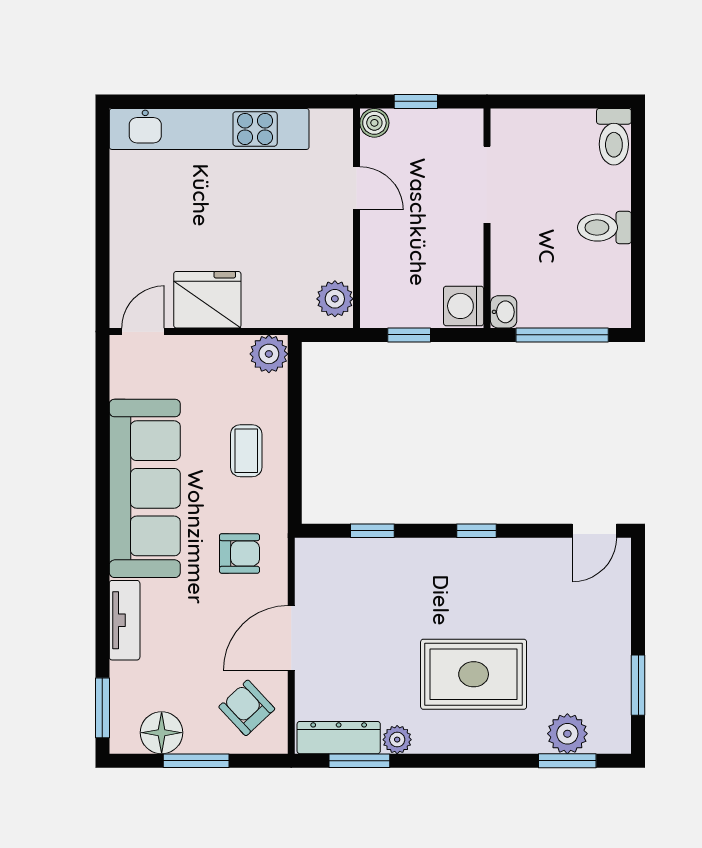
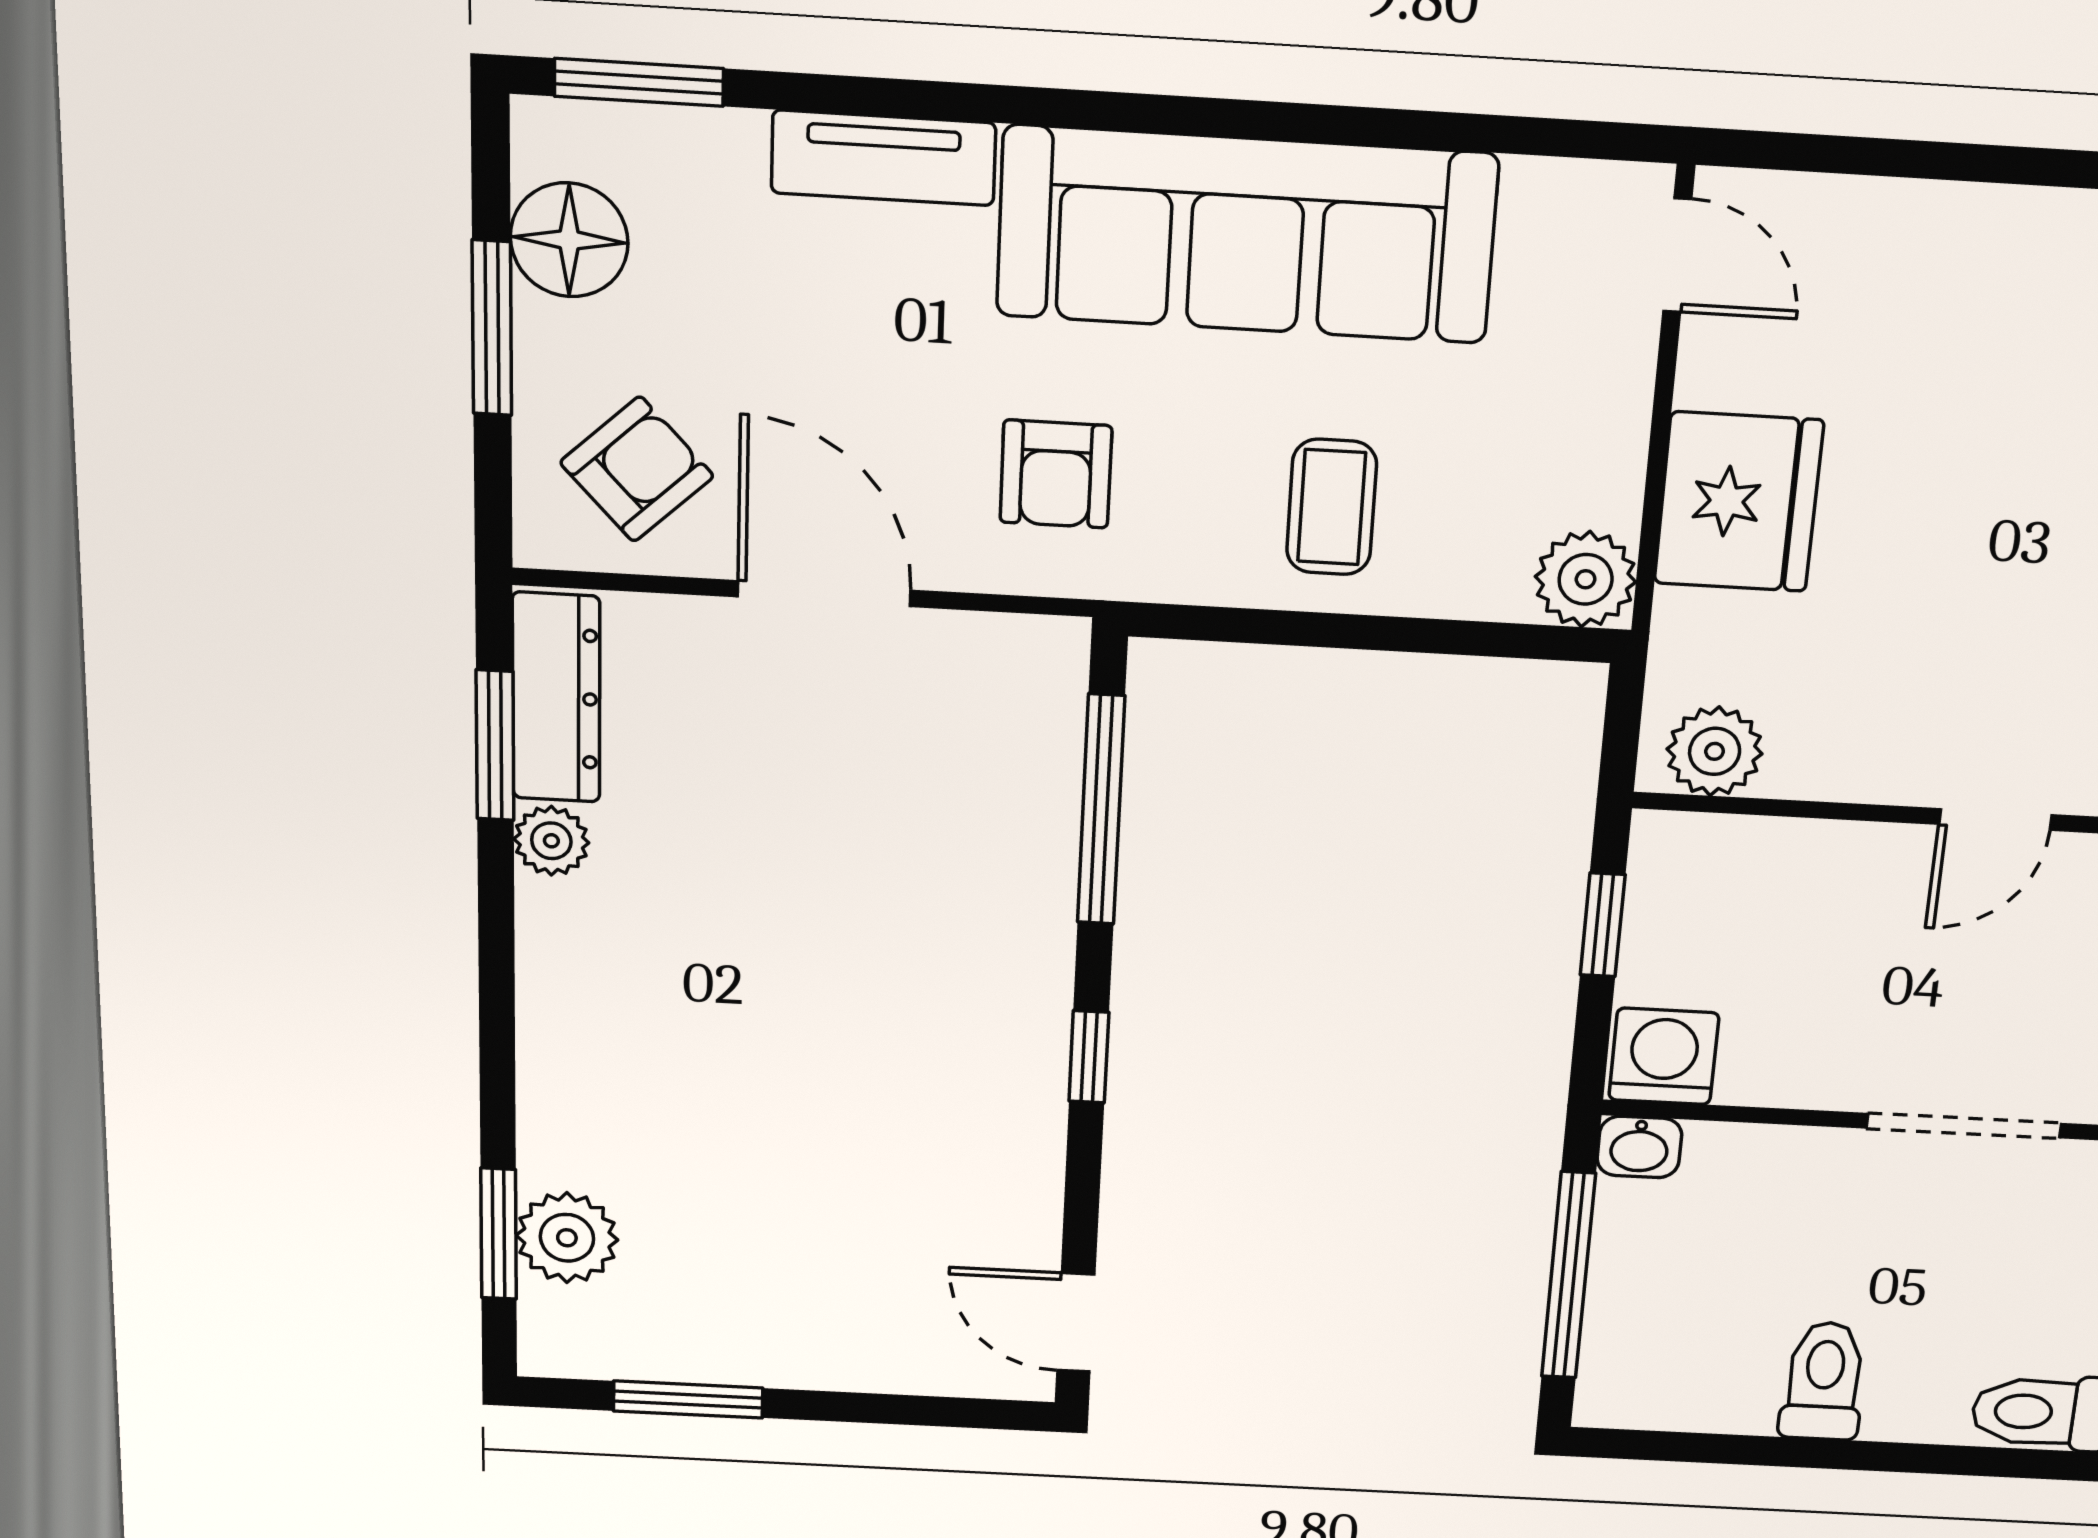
fridge: (207, 300) -> (1739, 502), moved
coffee table: (246, 451) -> (1332, 507), turned 90
window: (372, 531) -> (1101, 810), width x2.17
rug: (474, 674) -> (720, 1031), removed

